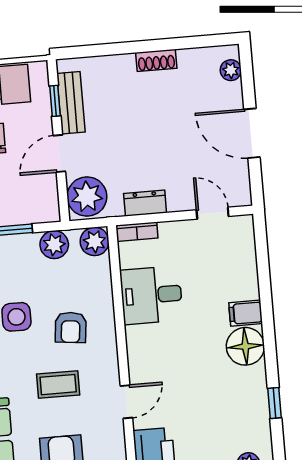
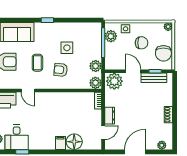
dresser: (145, 203) -> (110, 116), moved
desk: (151, 295) -> (17, 137), moved, turned 180
floor lamp: (245, 346) -> (74, 142), moved

